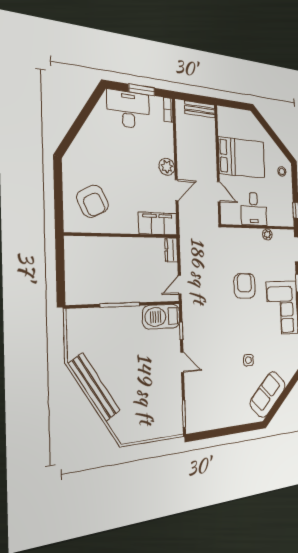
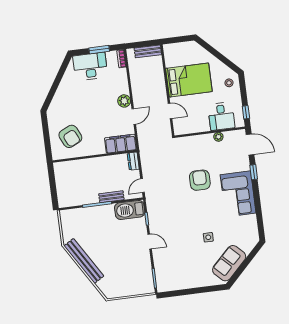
desk: (254, 209) -> (221, 116), moved
bench: (140, 296) -> (111, 197), added

